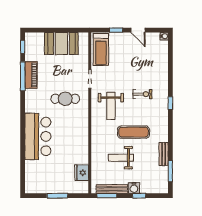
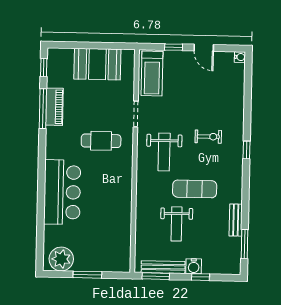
weight bench: (121, 158) -> (176, 224), turned -90
fridge: (82, 173) -> (122, 244), removed
plant: (38, 185) -> (61, 259), added

